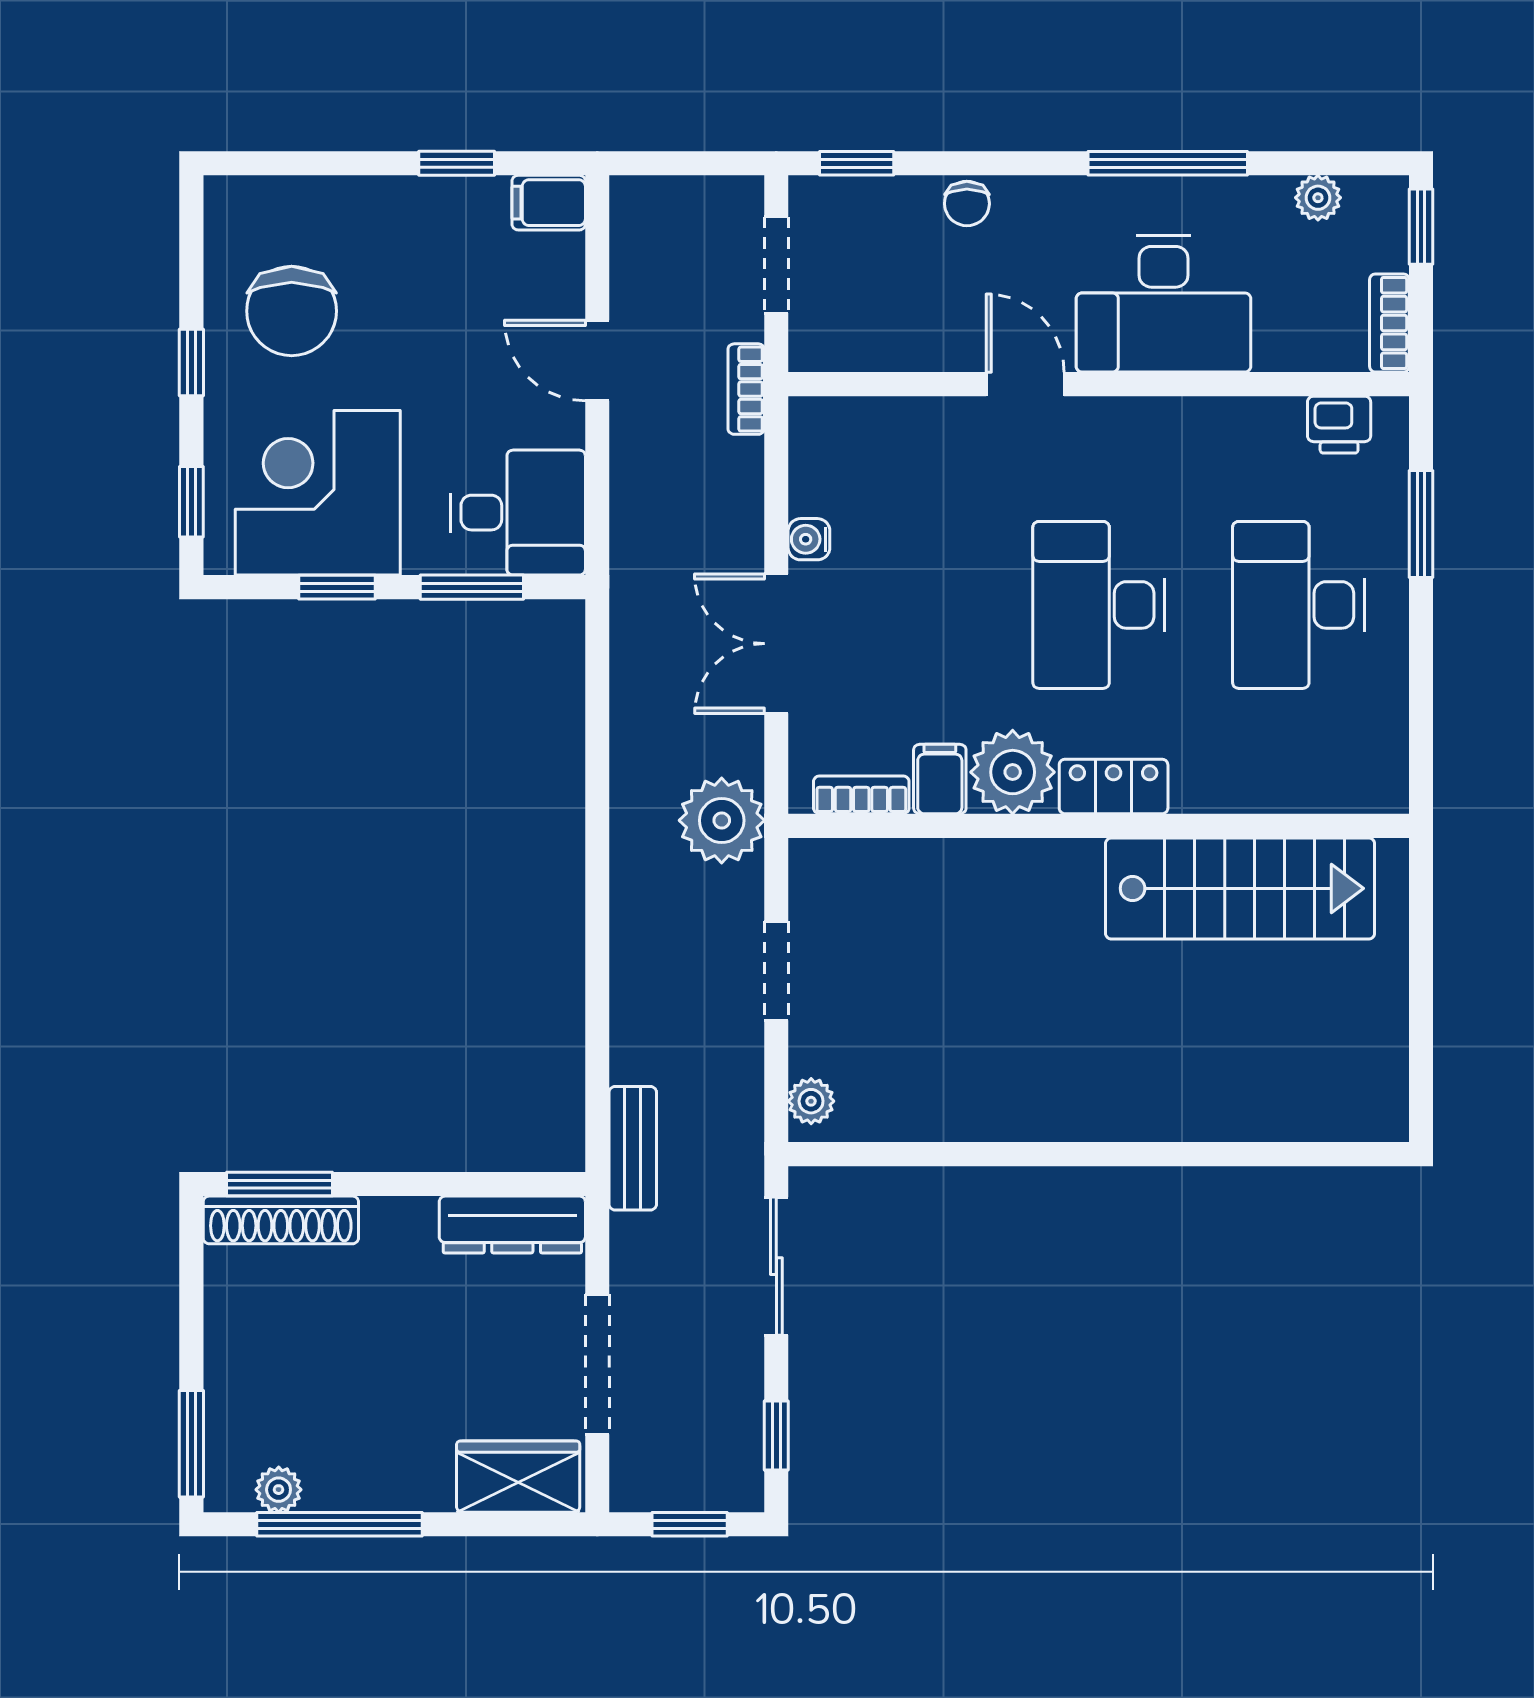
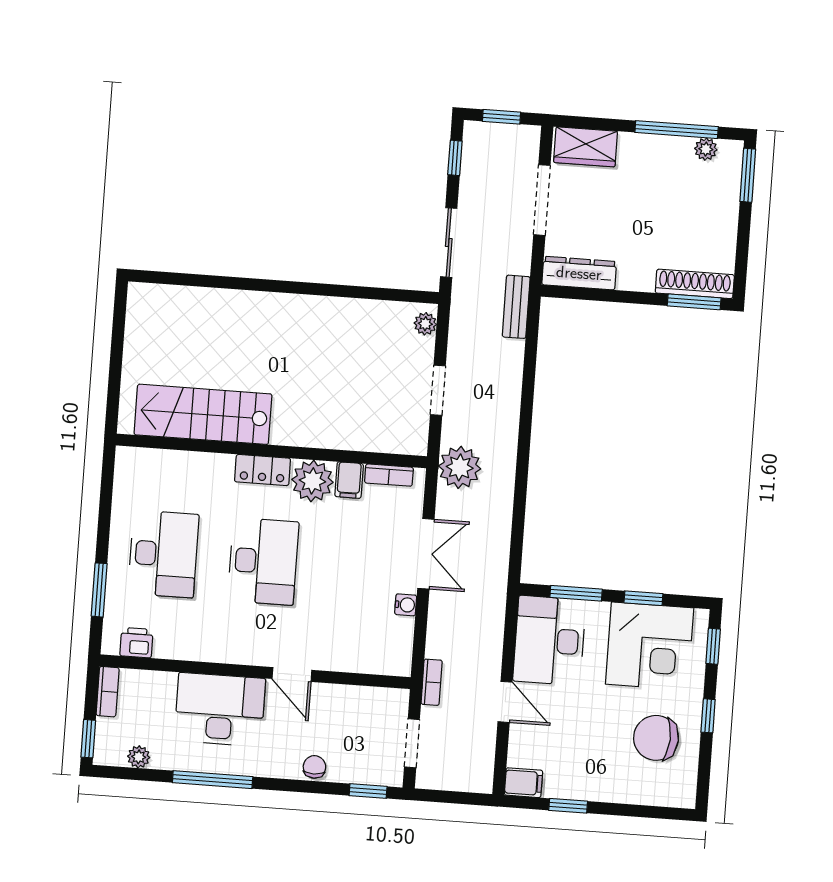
chair: (292, 311) -> (656, 738), turned -87
desk: (518, 513) -> (549, 640), width x1.37

